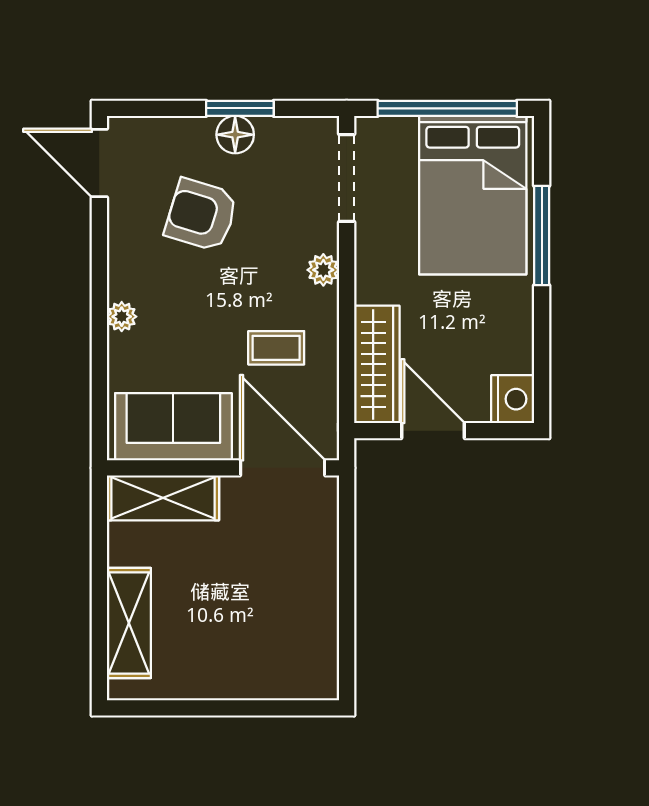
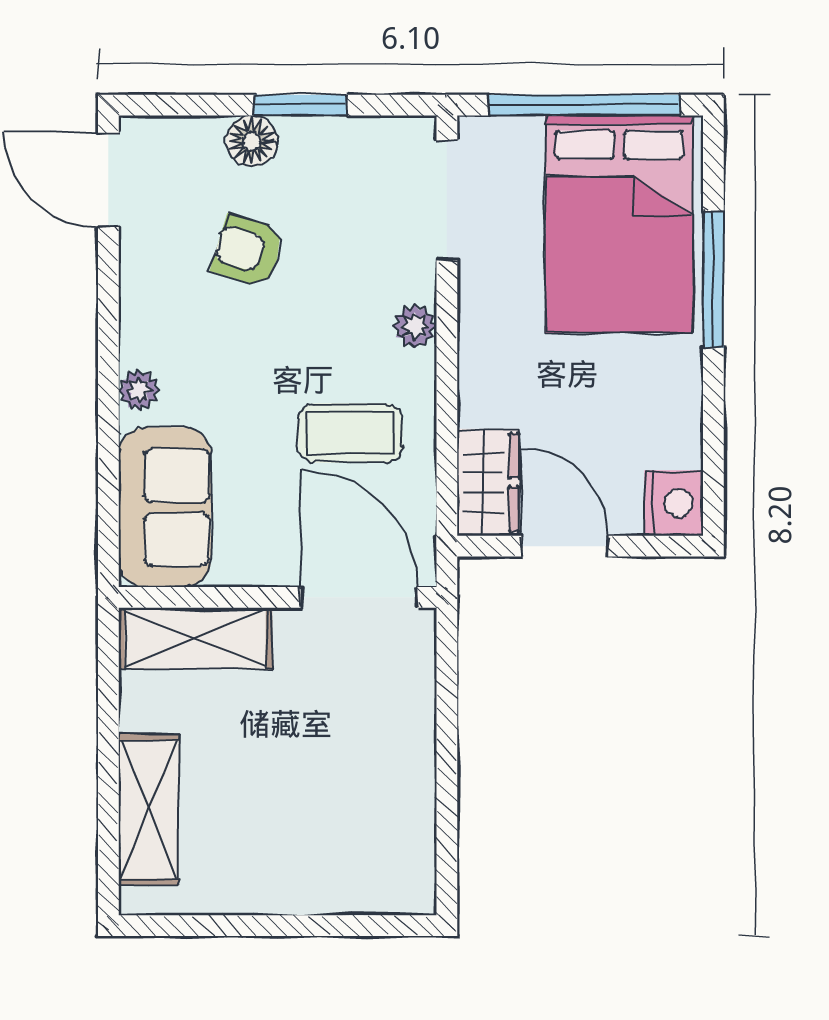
floor lamp: (235, 135) -> (252, 141), moved
armchair: (201, 215) -> (248, 251), width x0.72, depth x0.72
coffee table: (276, 348) -> (350, 433), width x1.36, depth x1.30
wardrobe: (377, 364) -> (488, 482), width x0.67
sofa: (173, 427) -> (165, 507), moved, turned 90

